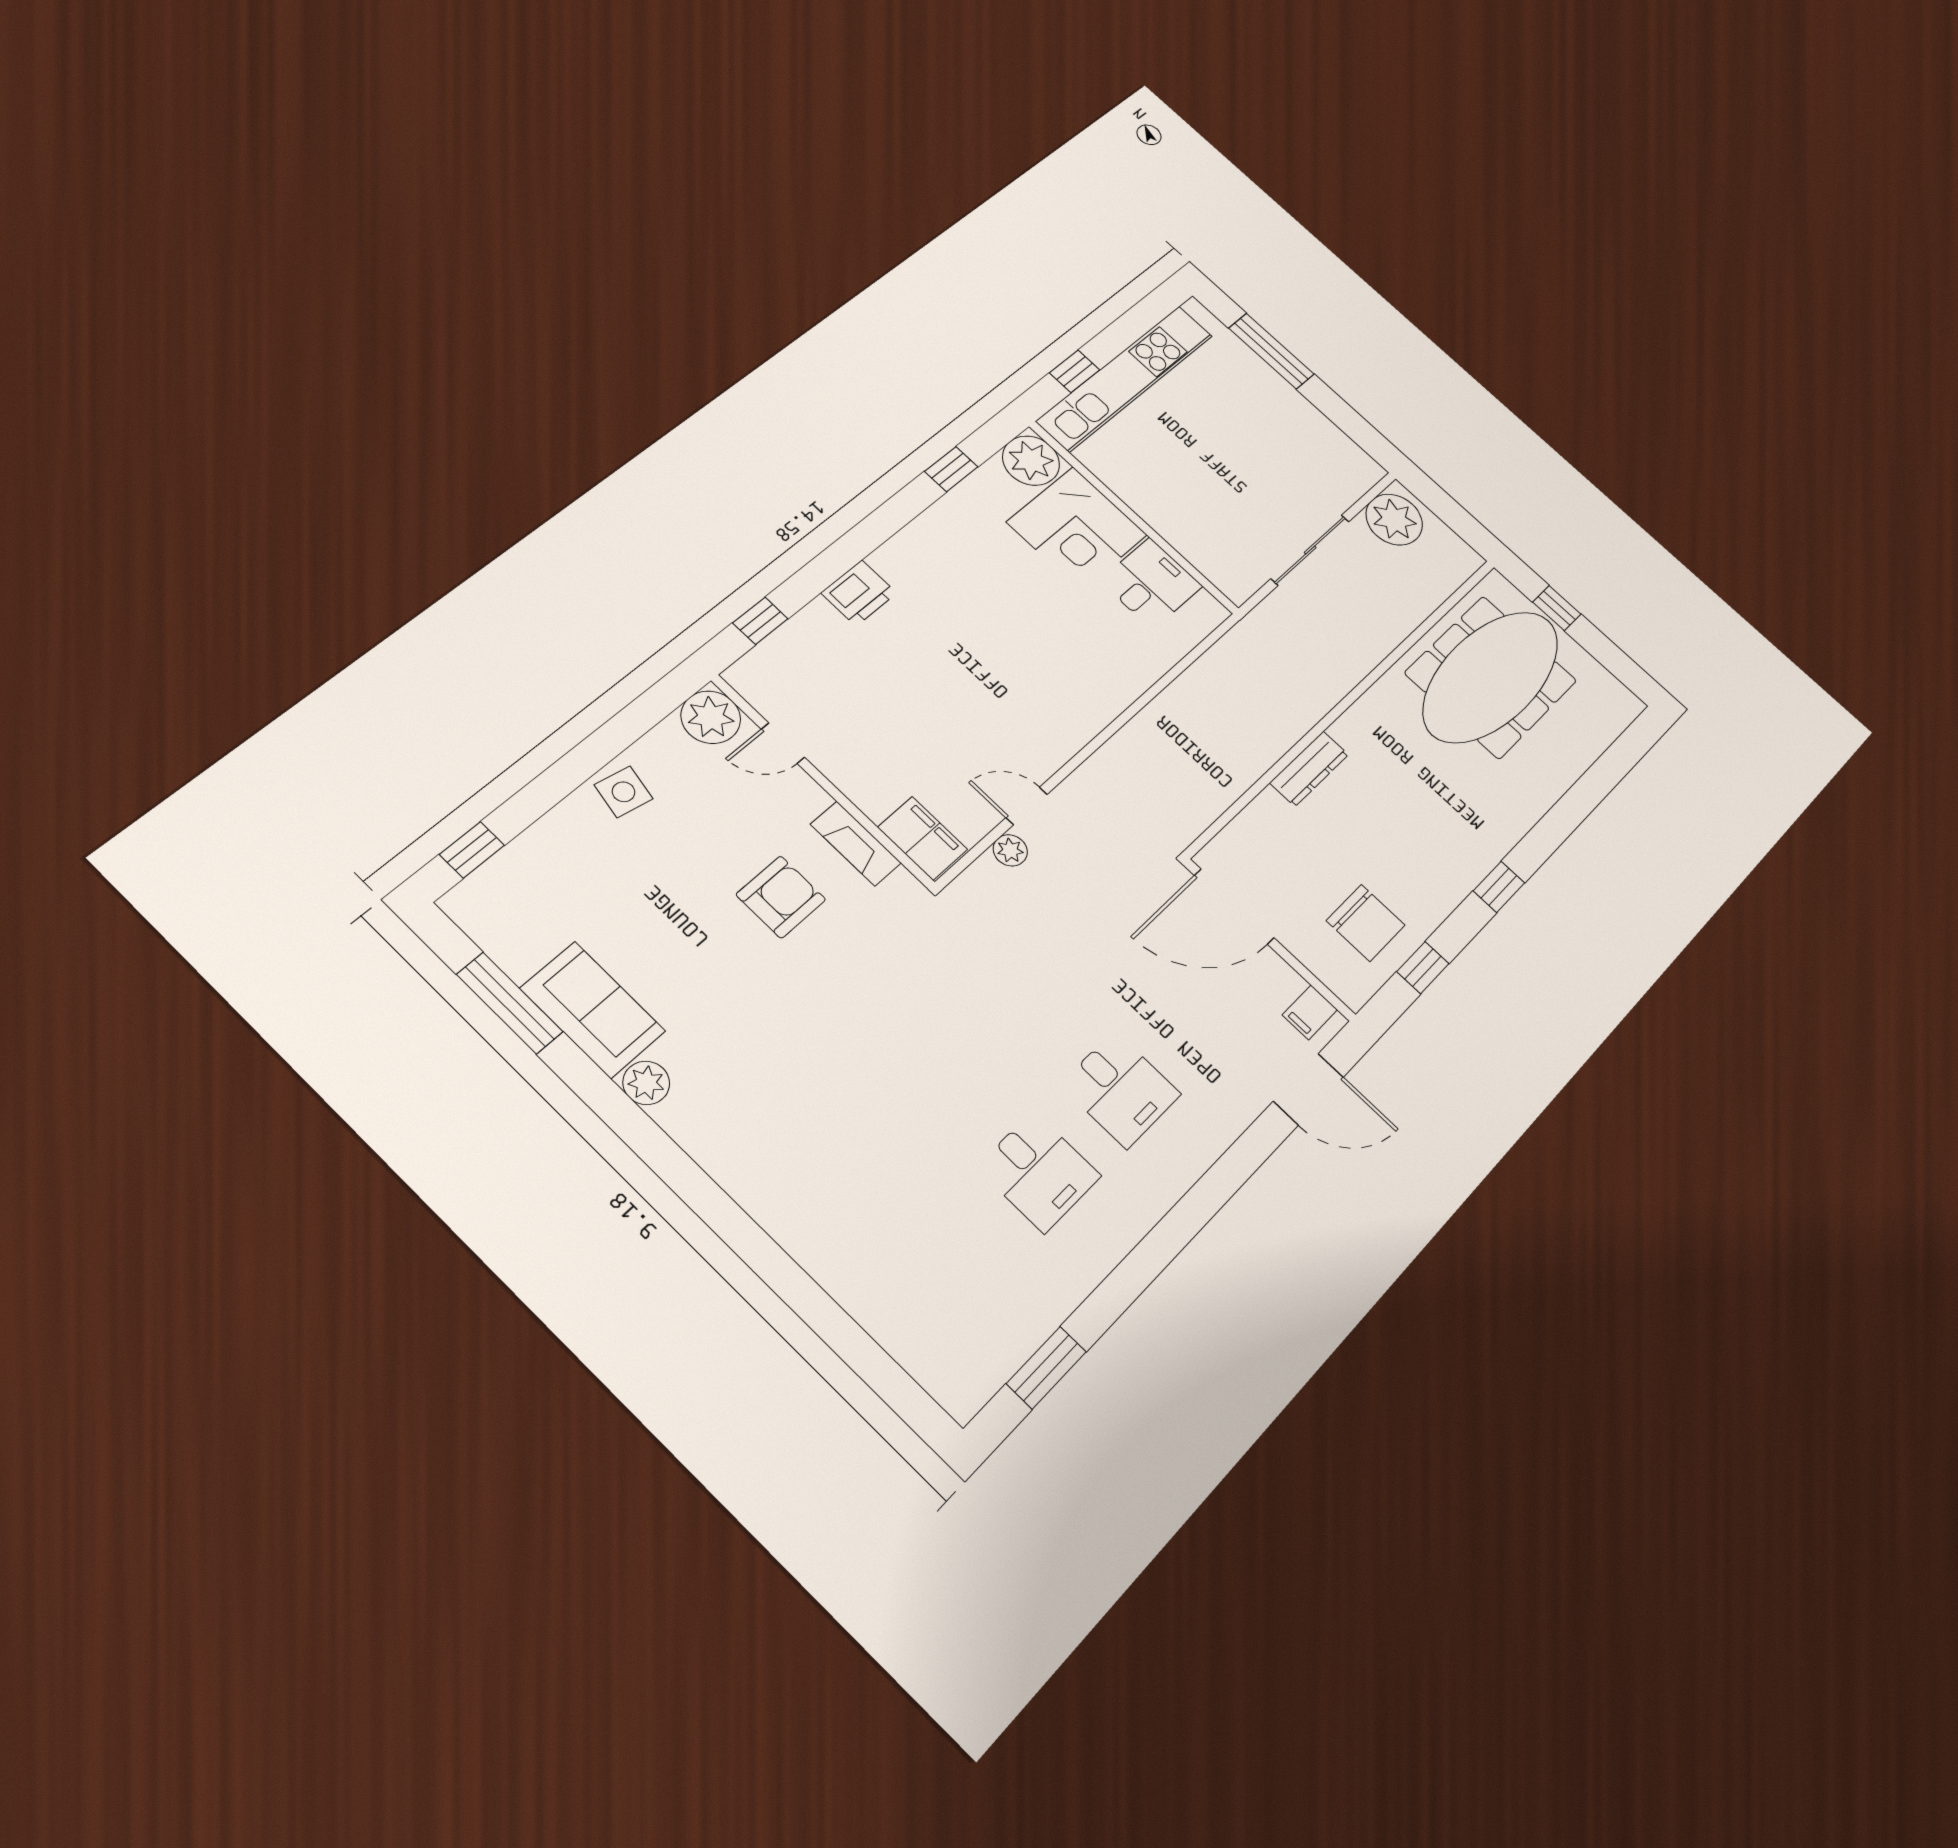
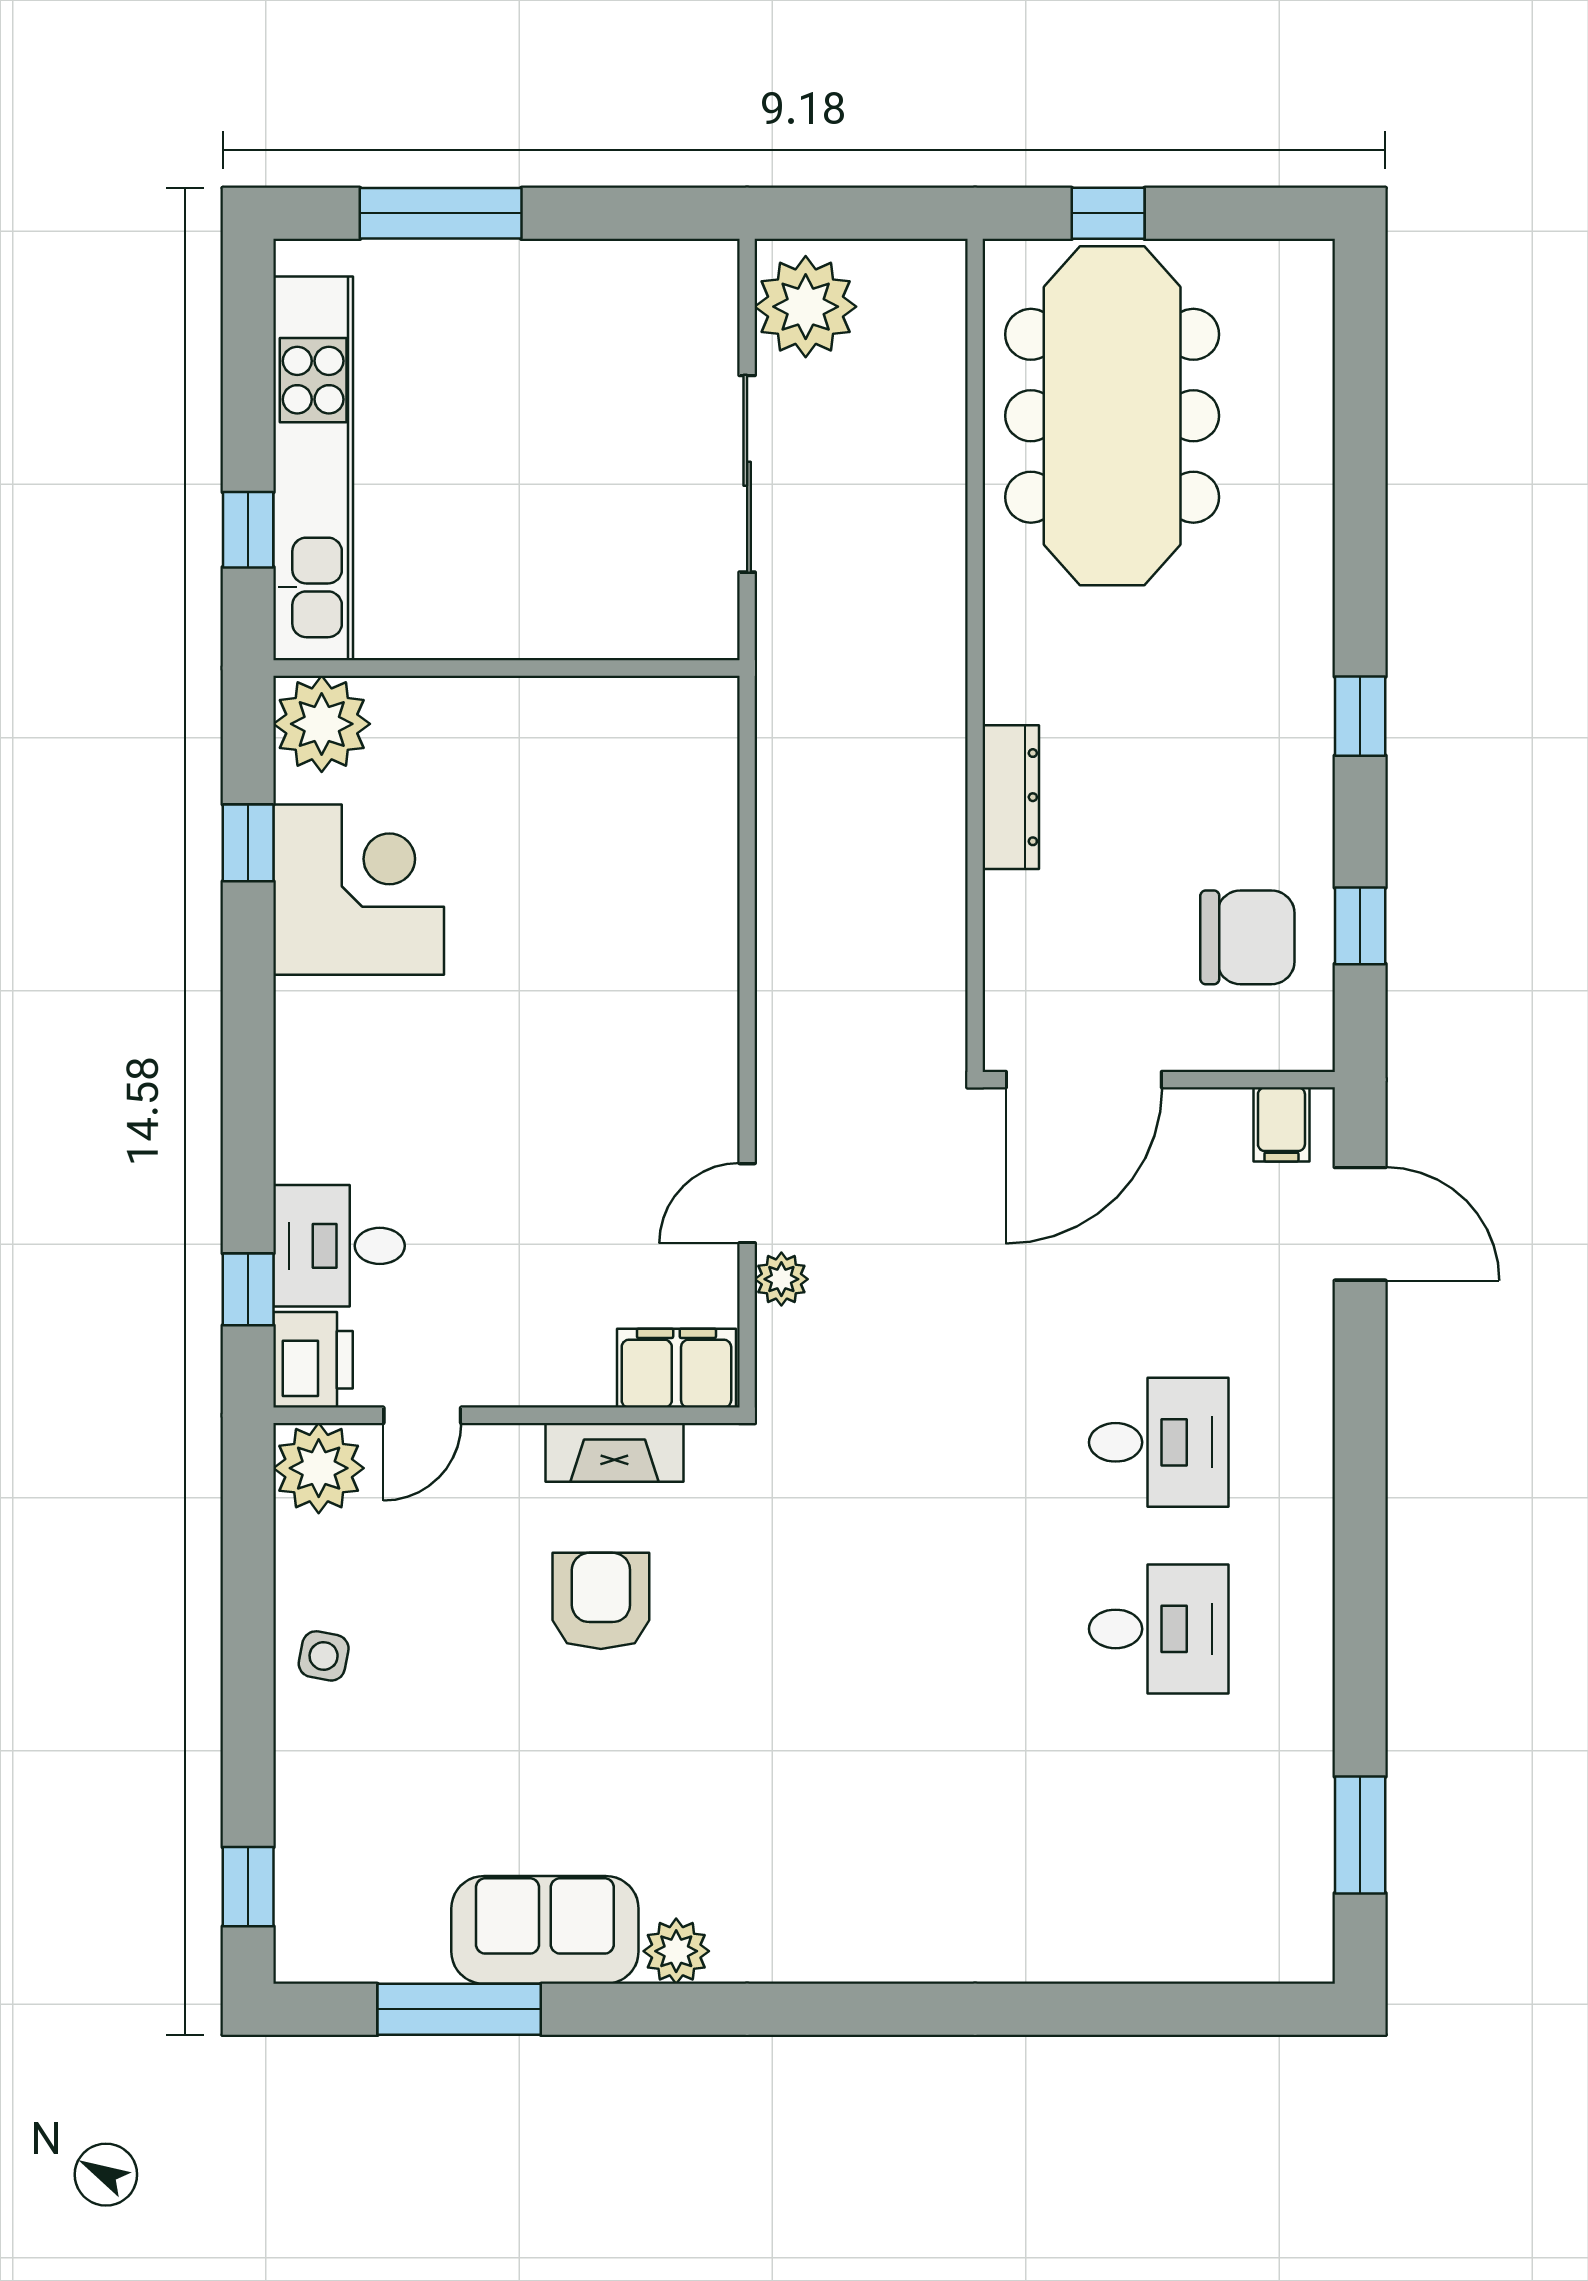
corner desk: (1077, 528) -> (359, 890), moved, turned -90
desk: (1151, 583) -> (339, 1246), moved, turned -90
printer: (859, 593) -> (313, 1360), moved
side table: (624, 792) -> (324, 1656), width x0.73, depth x0.73
door: (1308, 1089) -> (1360, 1224), hinge flipped

